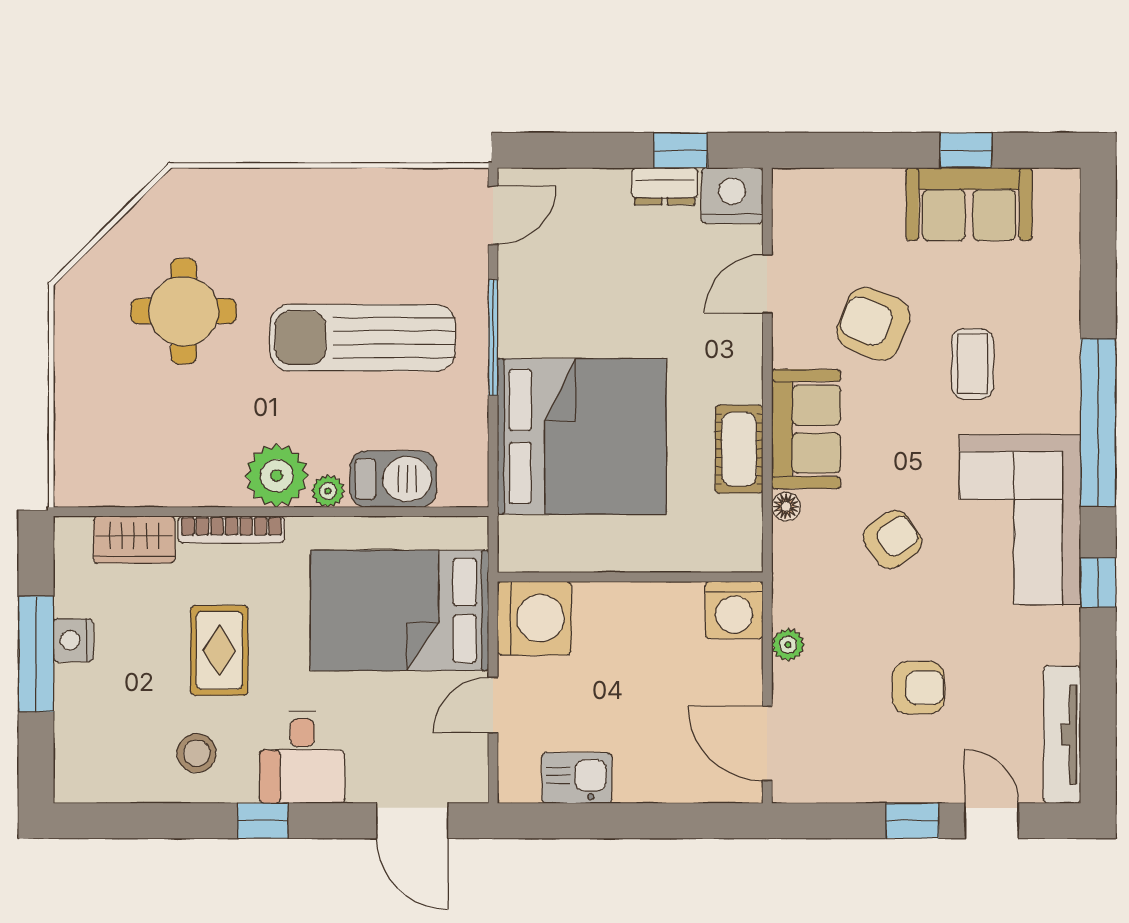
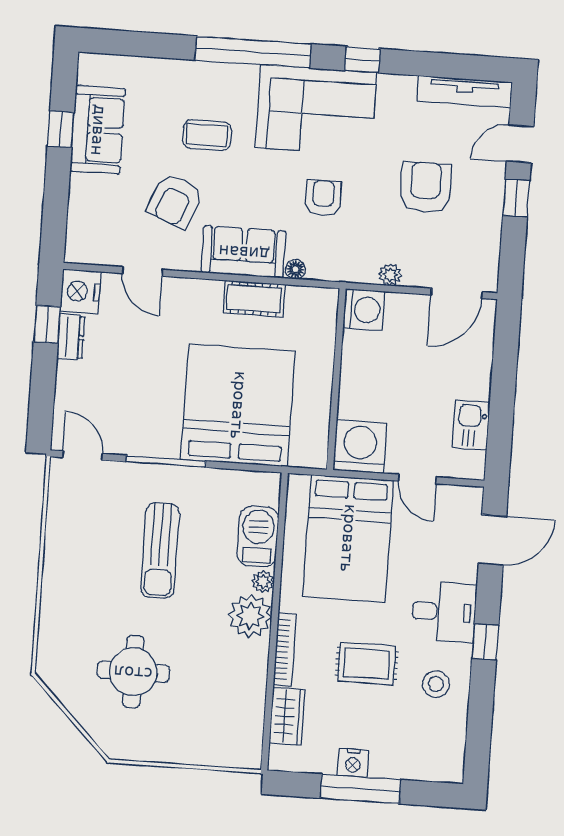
sun lounger: (363, 338) -> (160, 551), width x0.73, depth x0.75
armchair: (892, 540) -> (323, 198), turned 35
armchair: (918, 688) -> (426, 187), width x1.38, depth x1.38

